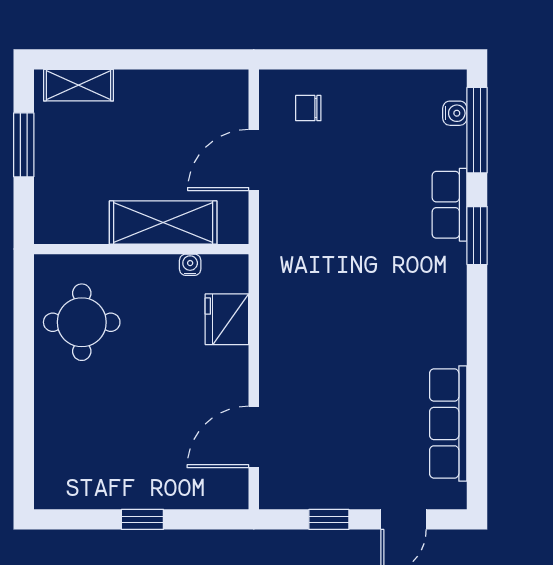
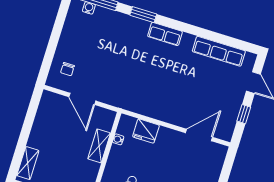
row of seats: (450, 205) -> (165, 34), moved
shelving: (163, 223) -> (99, 146), width x0.67, depth x0.75
door: (254, 437) -> (199, 135), swing flipped

